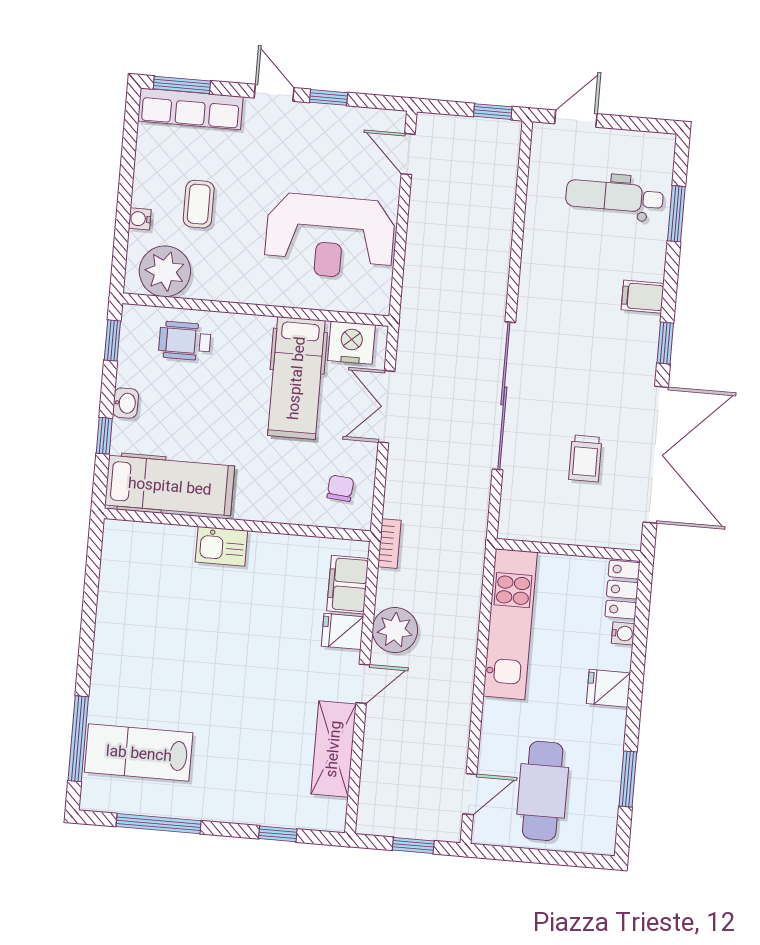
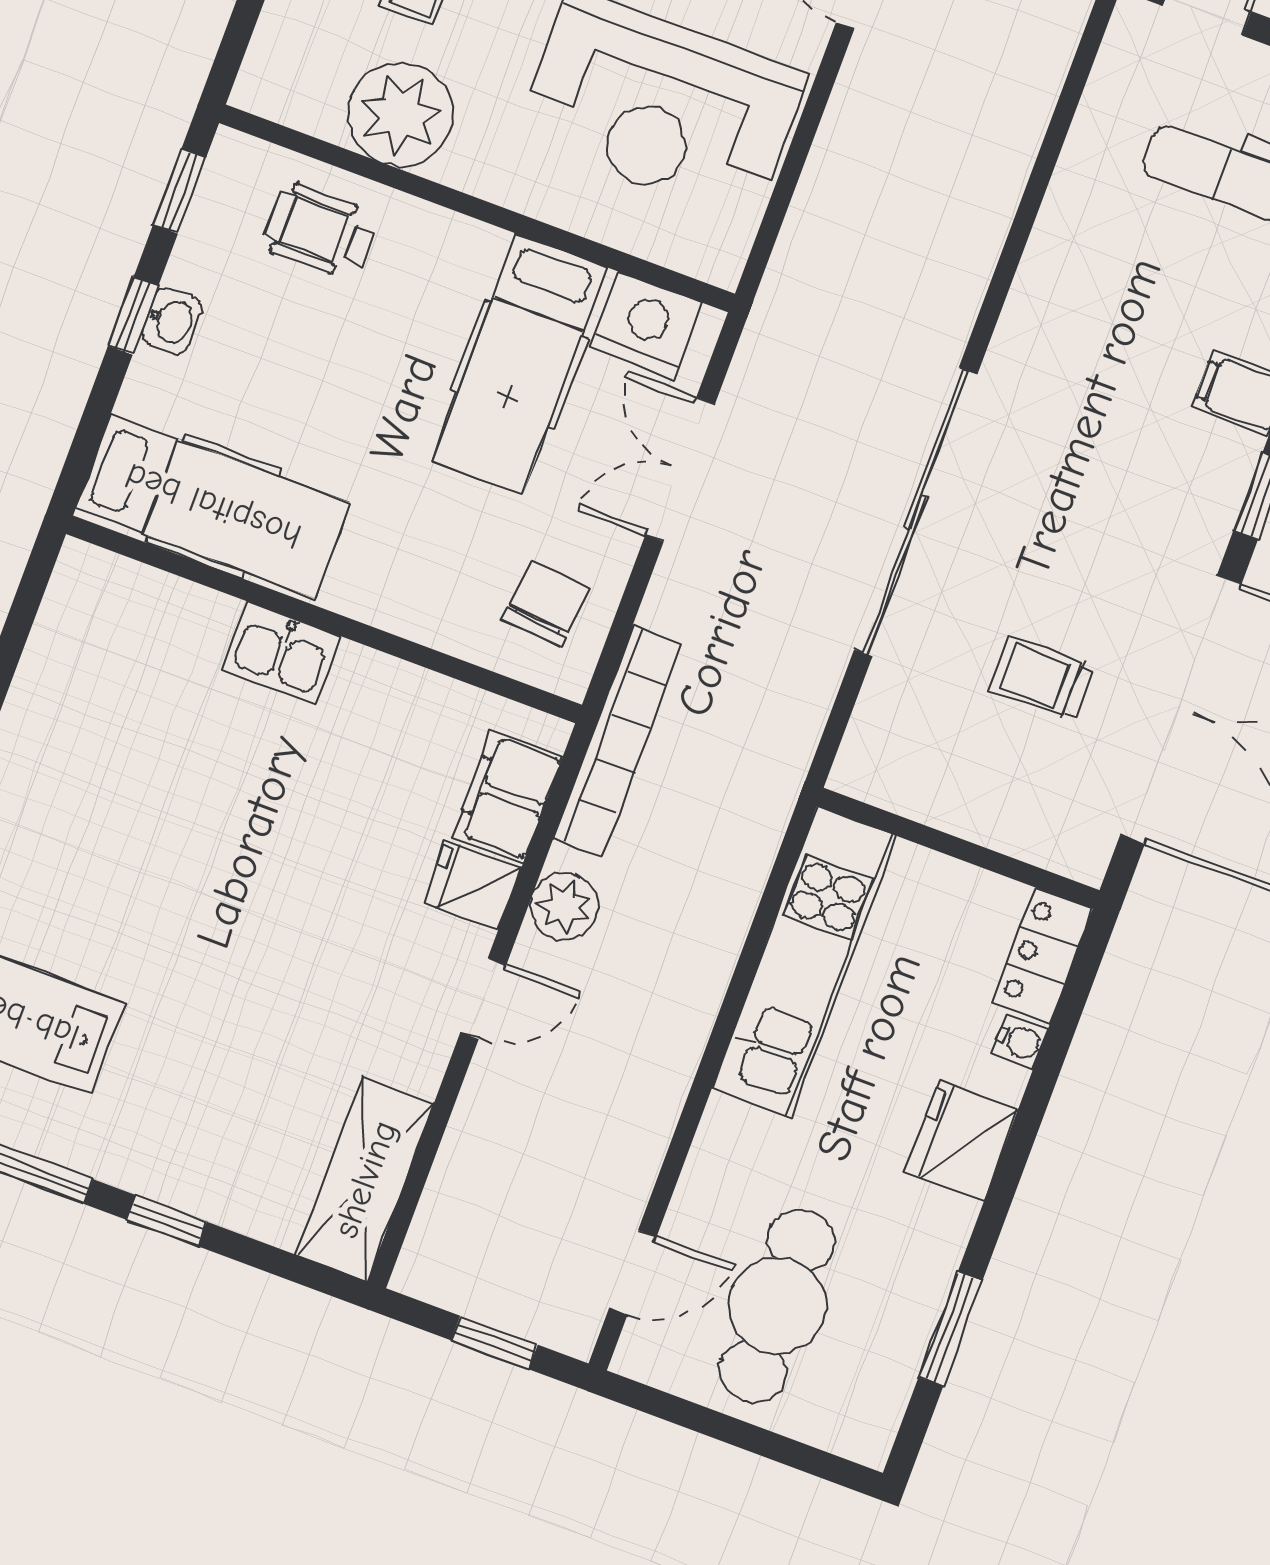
plant: (165, 271) -> (401, 114), moved
window: (104, 436) -> (133, 316), moved
trolley: (585, 458) -> (1041, 678), turned 90
chair: (340, 488) -> (546, 604), width x1.37, depth x1.37
bookcase: (389, 544) -> (617, 741), width x2.31, depth x1.31
plant: (395, 630) -> (564, 907), width x0.73, depth x0.73
fridge: (609, 688) -> (962, 1141), width x1.38
shelving: (333, 749) -> (365, 1179), moved
window: (278, 834) -> (167, 1221), moved

